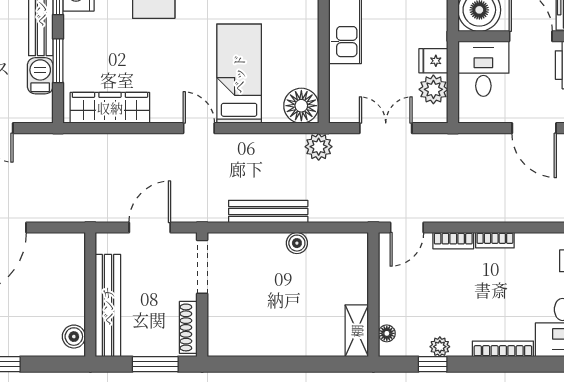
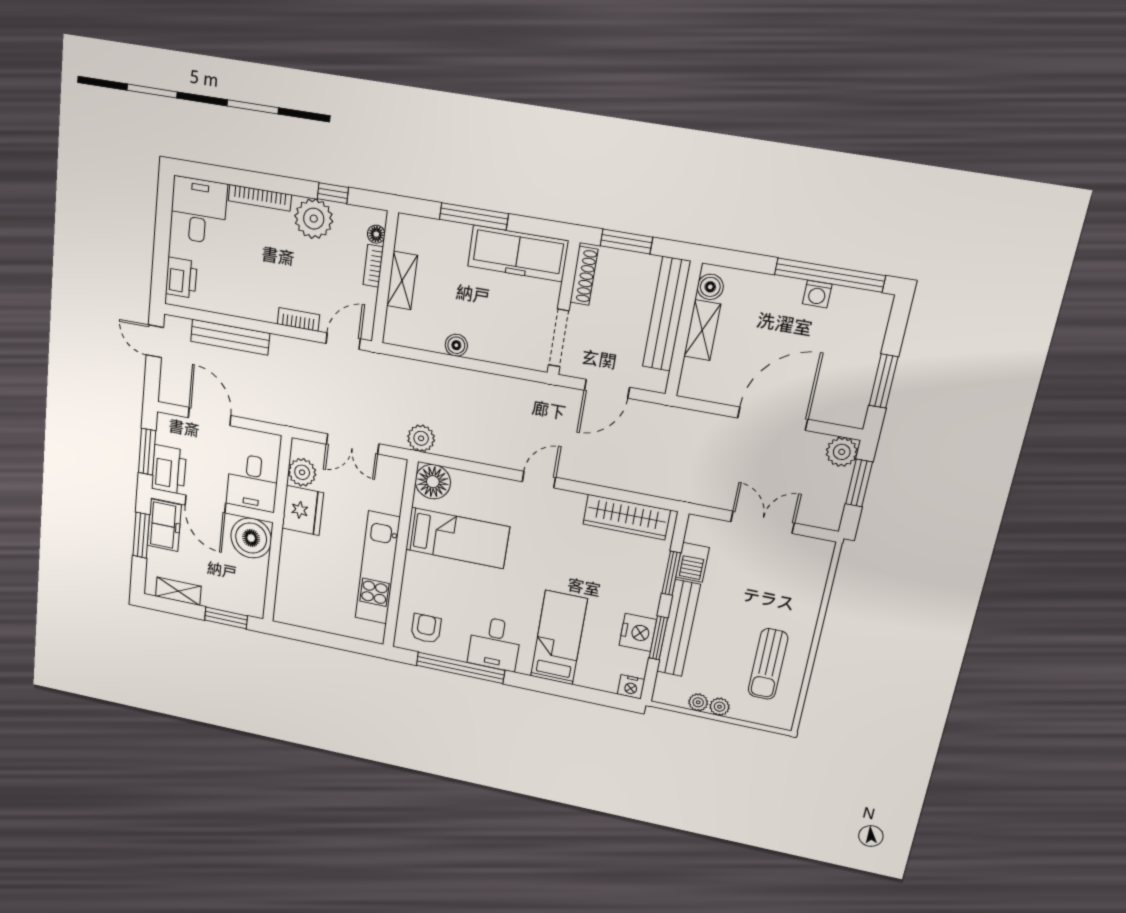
fridge: (433, 61) -> (303, 510), width x1.88, depth x1.34
bed: (239, 74) -> (457, 538), moved, turned -90
door: (199, 128) -> (539, 480), swing flipped
bench: (268, 211) -> (230, 337), moved
bookcase: (495, 240) -> (373, 266), moved, turned -90
shelving: (73, 297) -> (702, 330), added
shelving: (357, 331) -> (402, 281), moved
freezer: (252, 337) -> (518, 253), added
plant: (440, 347) -> (314, 219), width x1.88, depth x1.88
window: (297, 364) -> (474, 216), added

